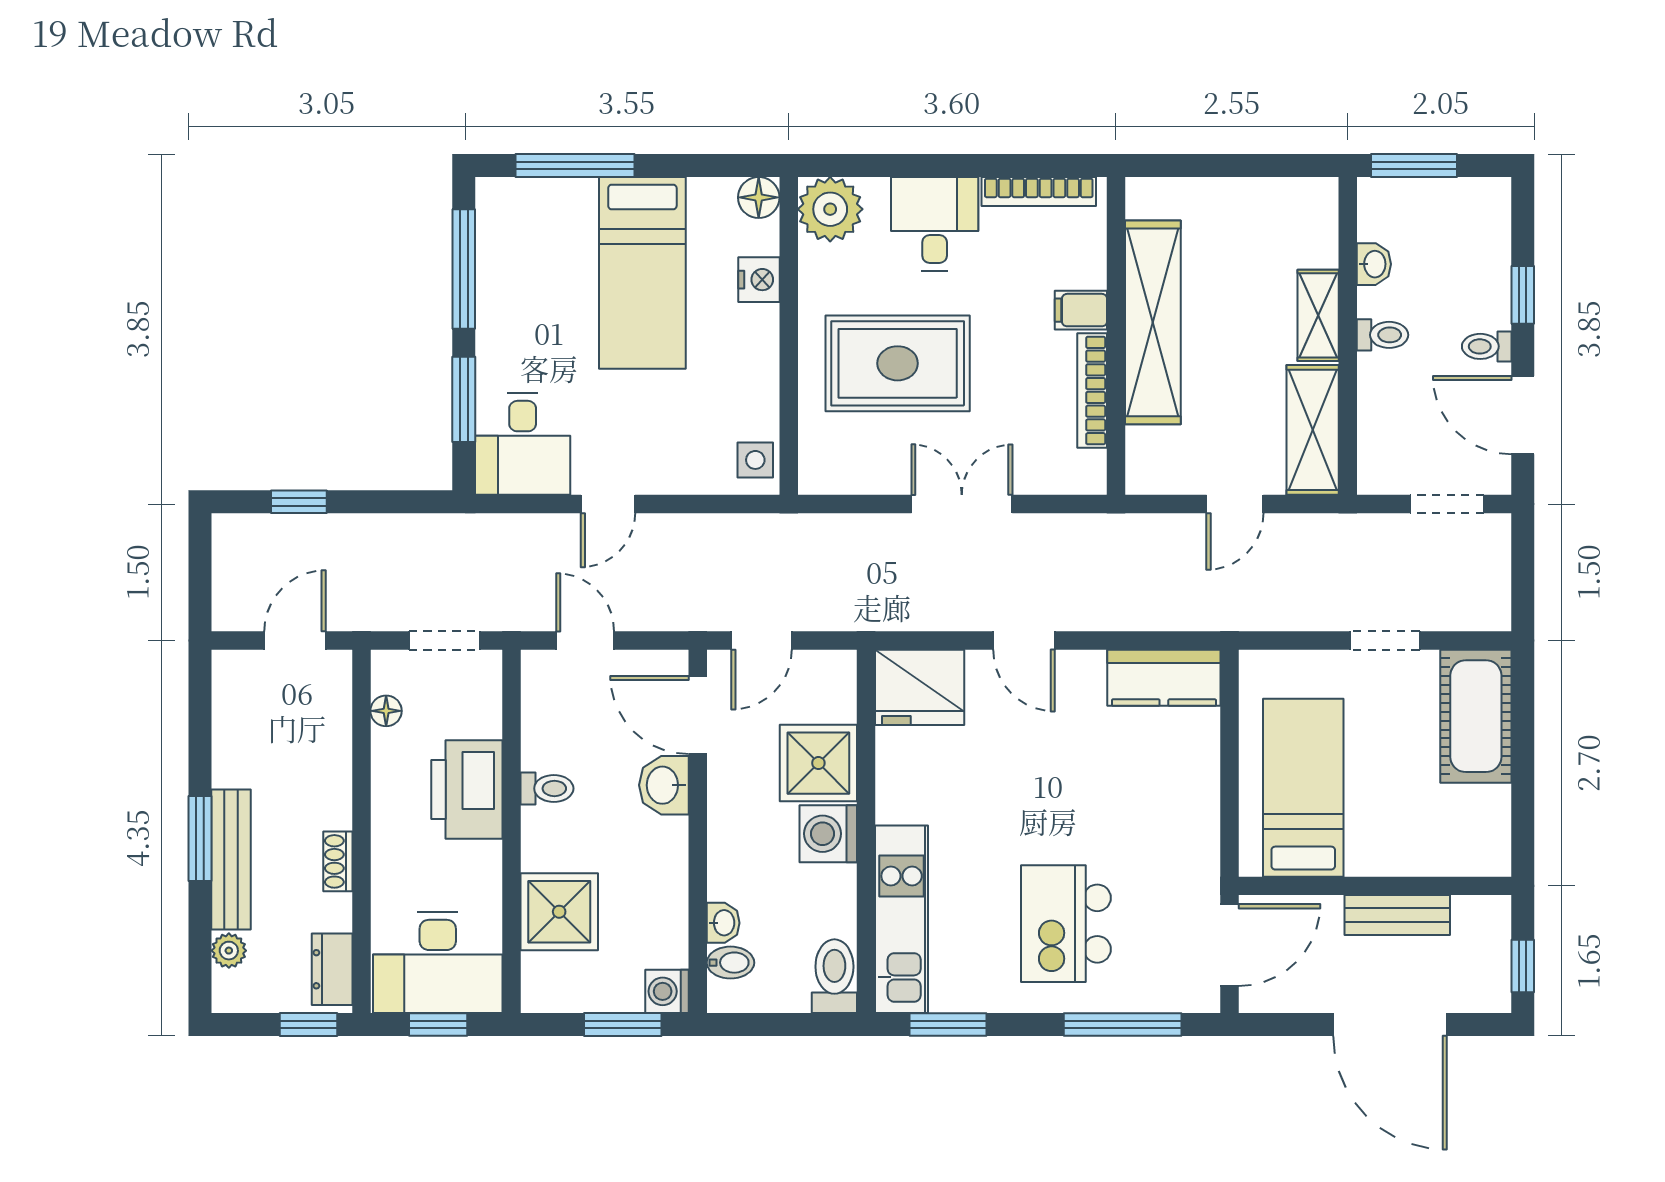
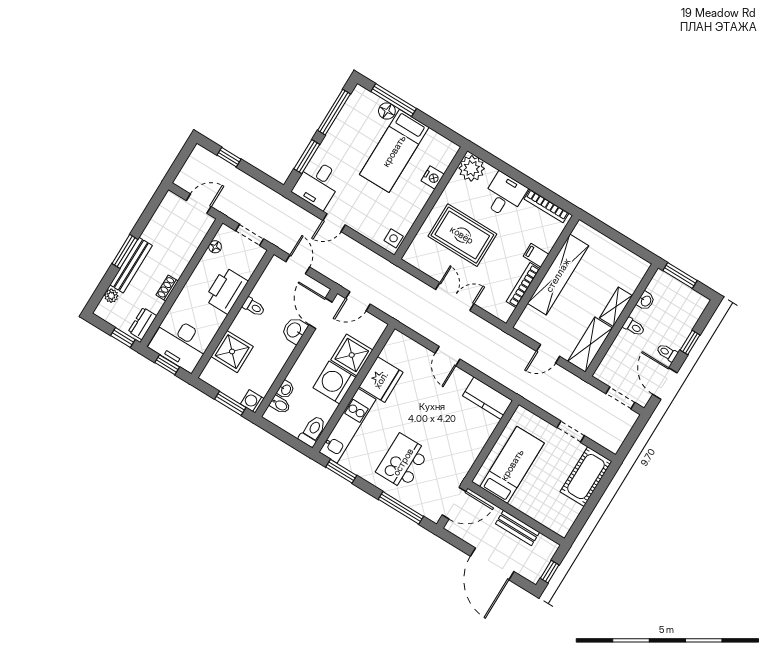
floor lamp: (759, 197) -> (387, 111), moved
fridge: (920, 687) -> (381, 380), moved, turned -90
washing machine: (828, 834) -> (334, 383), width x1.37, depth x1.37

